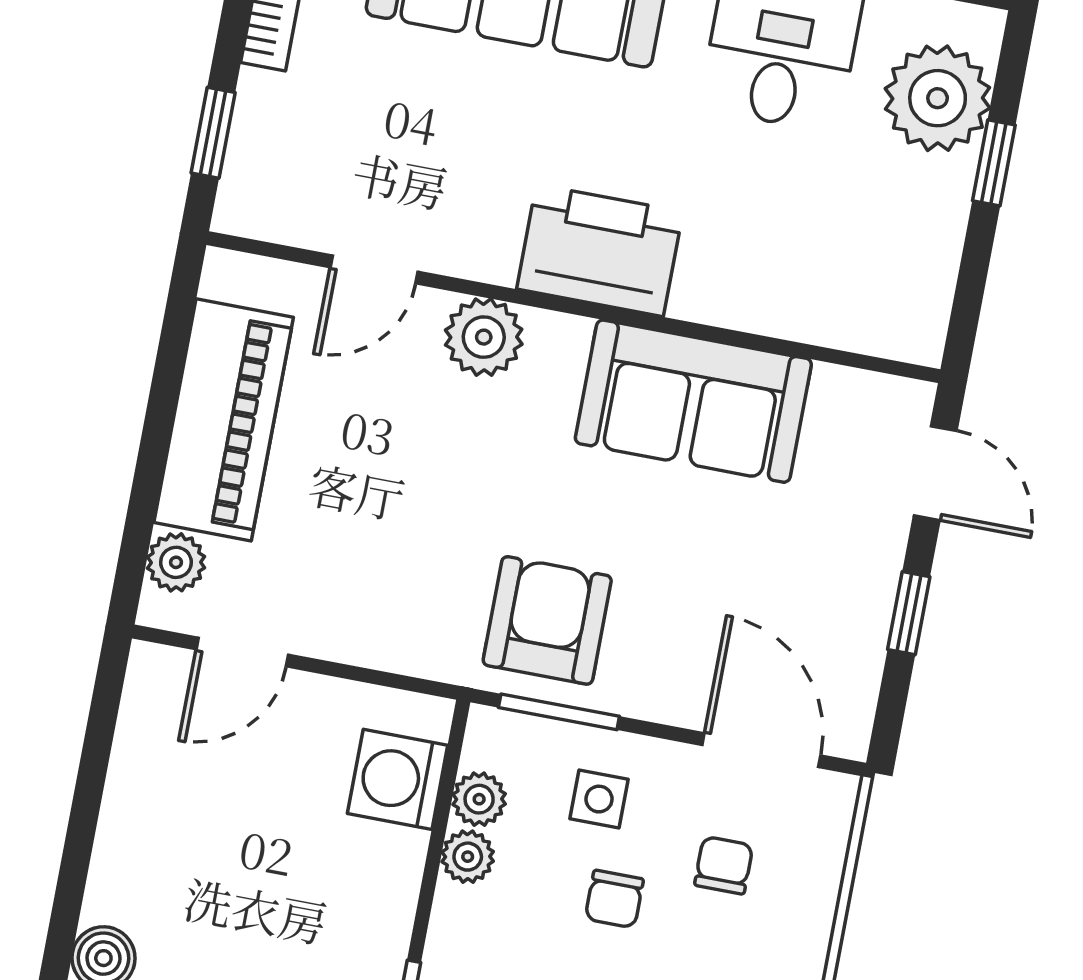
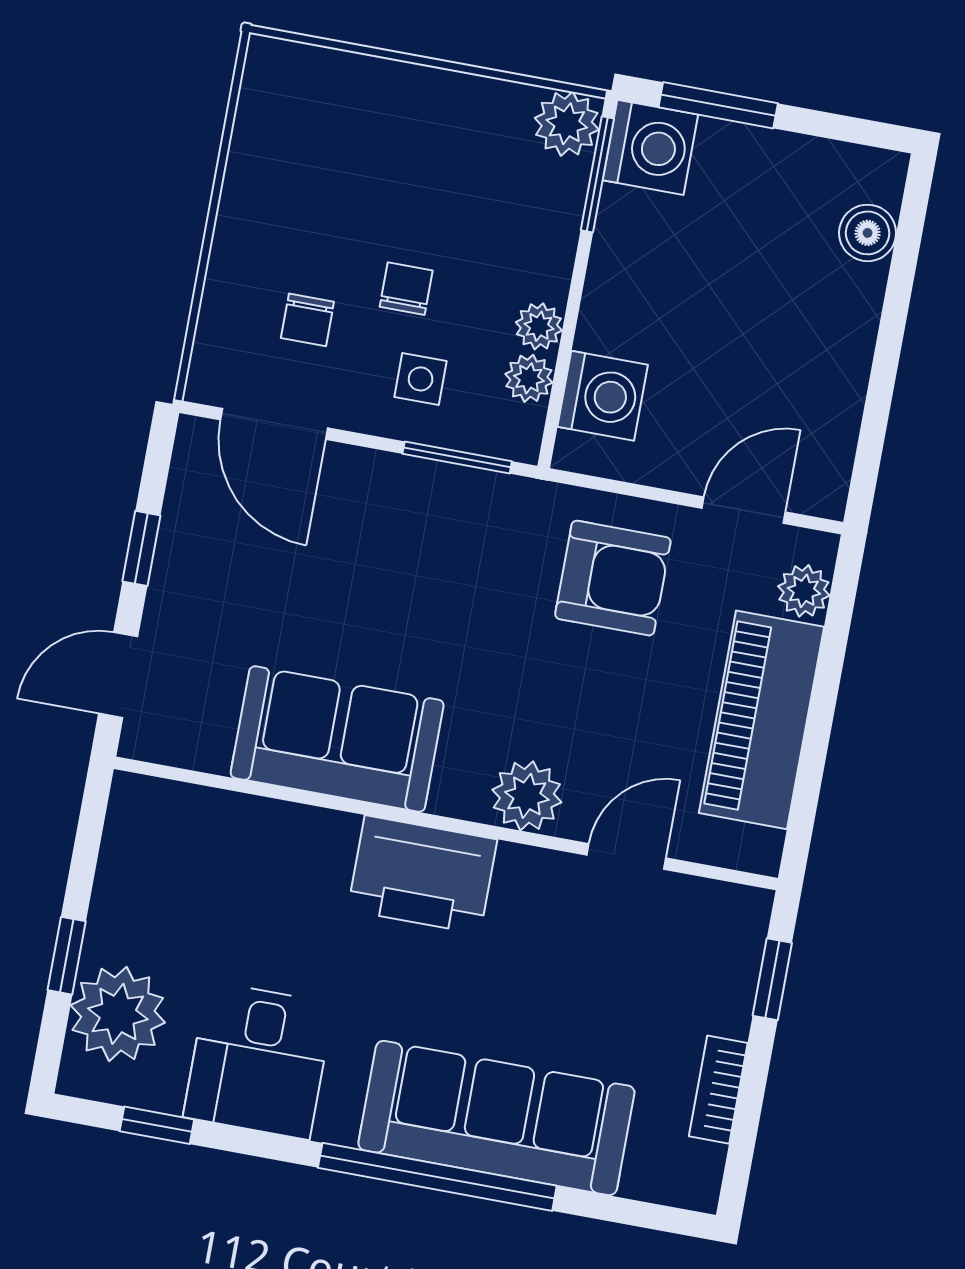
door: (935, 473) -> (118, 675), hinge flipped
armchair: (547, 620) -> (613, 578), moved, turned -90

